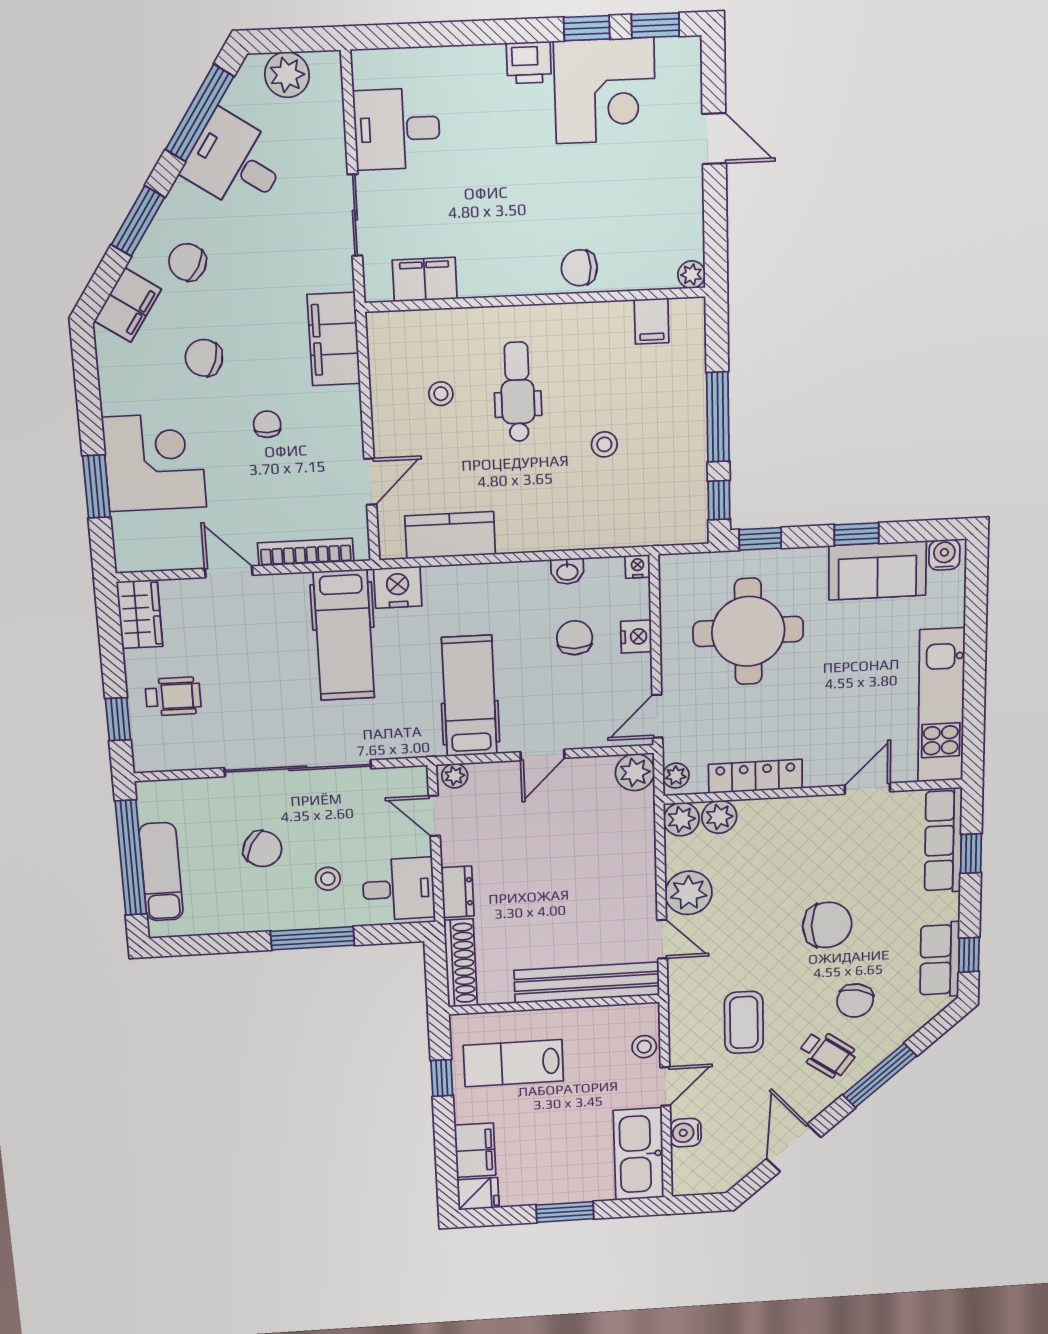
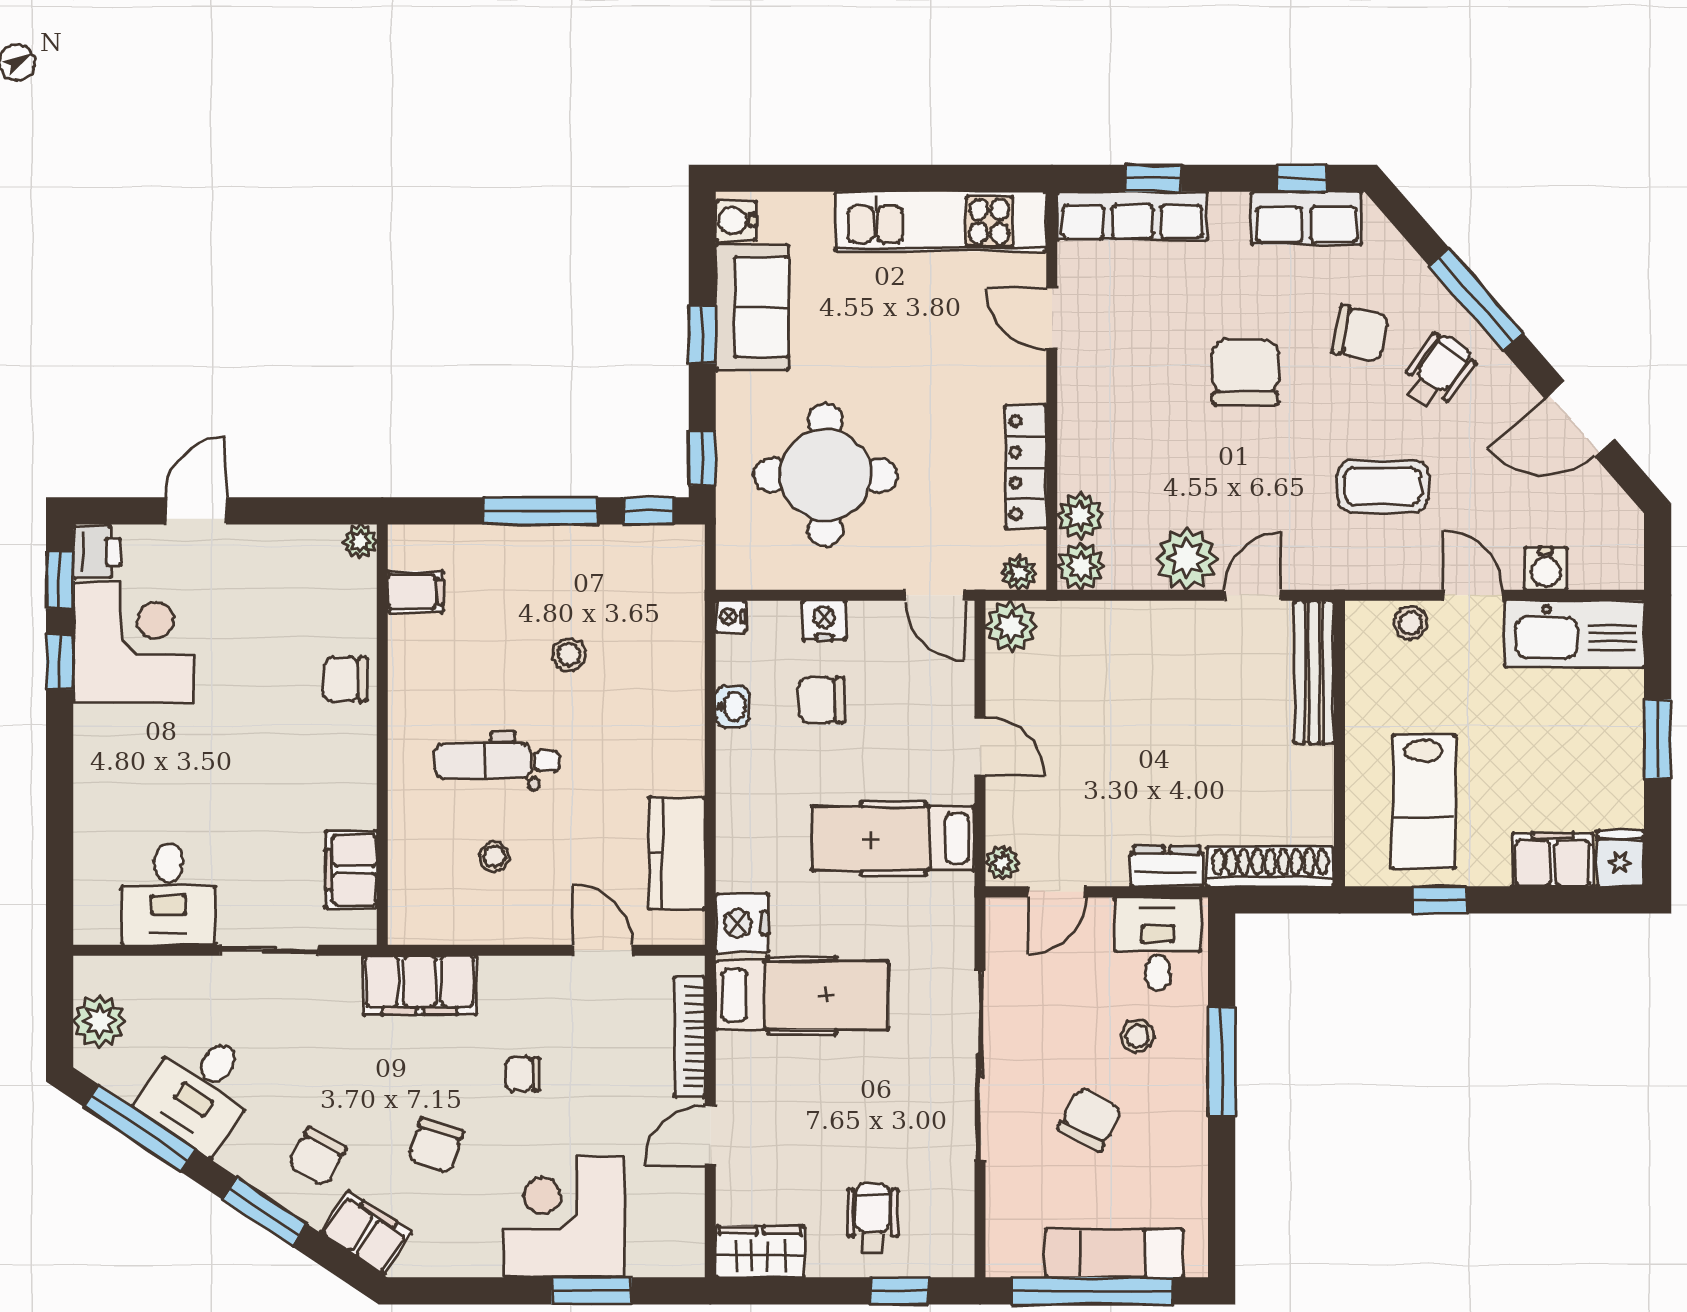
printer: (529, 63) -> (97, 552), moved
chair: (579, 268) -> (345, 679), turned 90
bench: (587, 983) -> (1314, 672), width x0.73, depth x0.82

